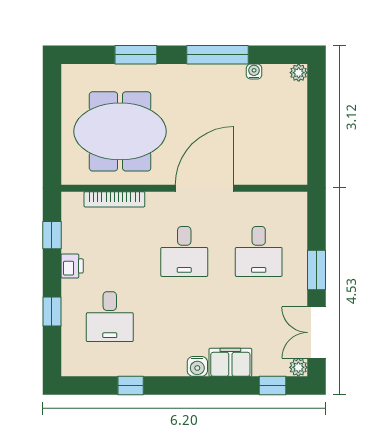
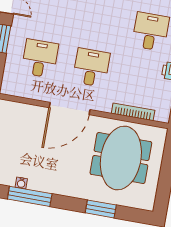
window: (218, 55) -> (30, 196), moved
meeting table: (120, 131) -> (121, 158), turned 90

